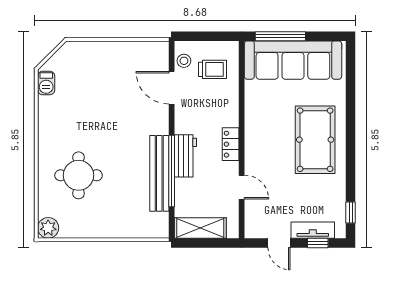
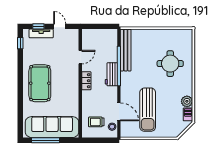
window: (280, 36) -> (45, 140), moved
sun lounger: (119, 92) -> (148, 110), added
bench: (159, 173) -> (126, 50), moved
door: (242, 187) -> (80, 57), swing flipped
plant: (48, 228) -> (187, 101), moved
shelving: (200, 228) -> (103, 35), removed

